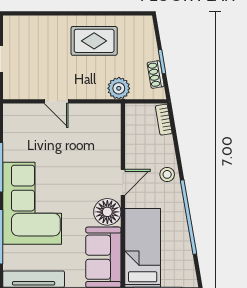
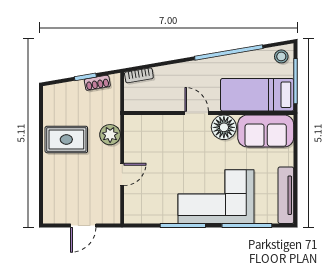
rug: (94, 41) -> (66, 139), turned 90
plant: (119, 88) -> (110, 135), moved
stool: (167, 174) -> (281, 56), moved

